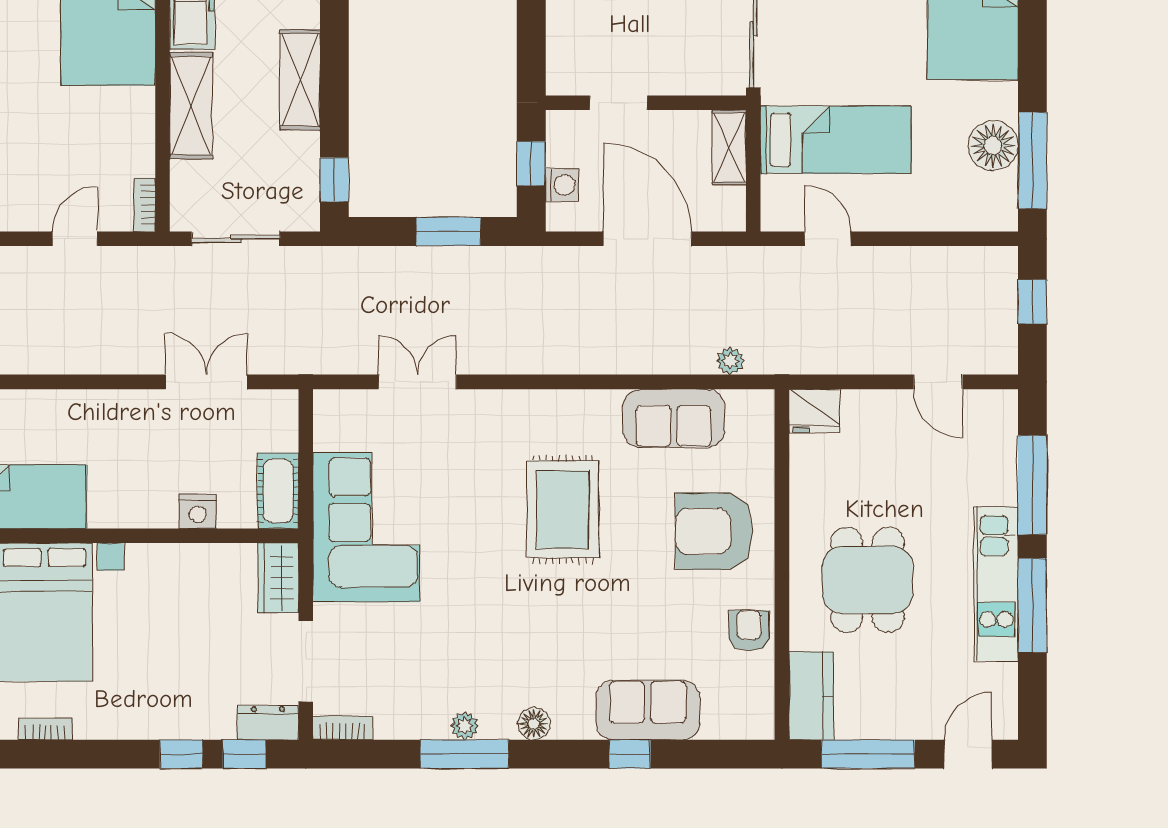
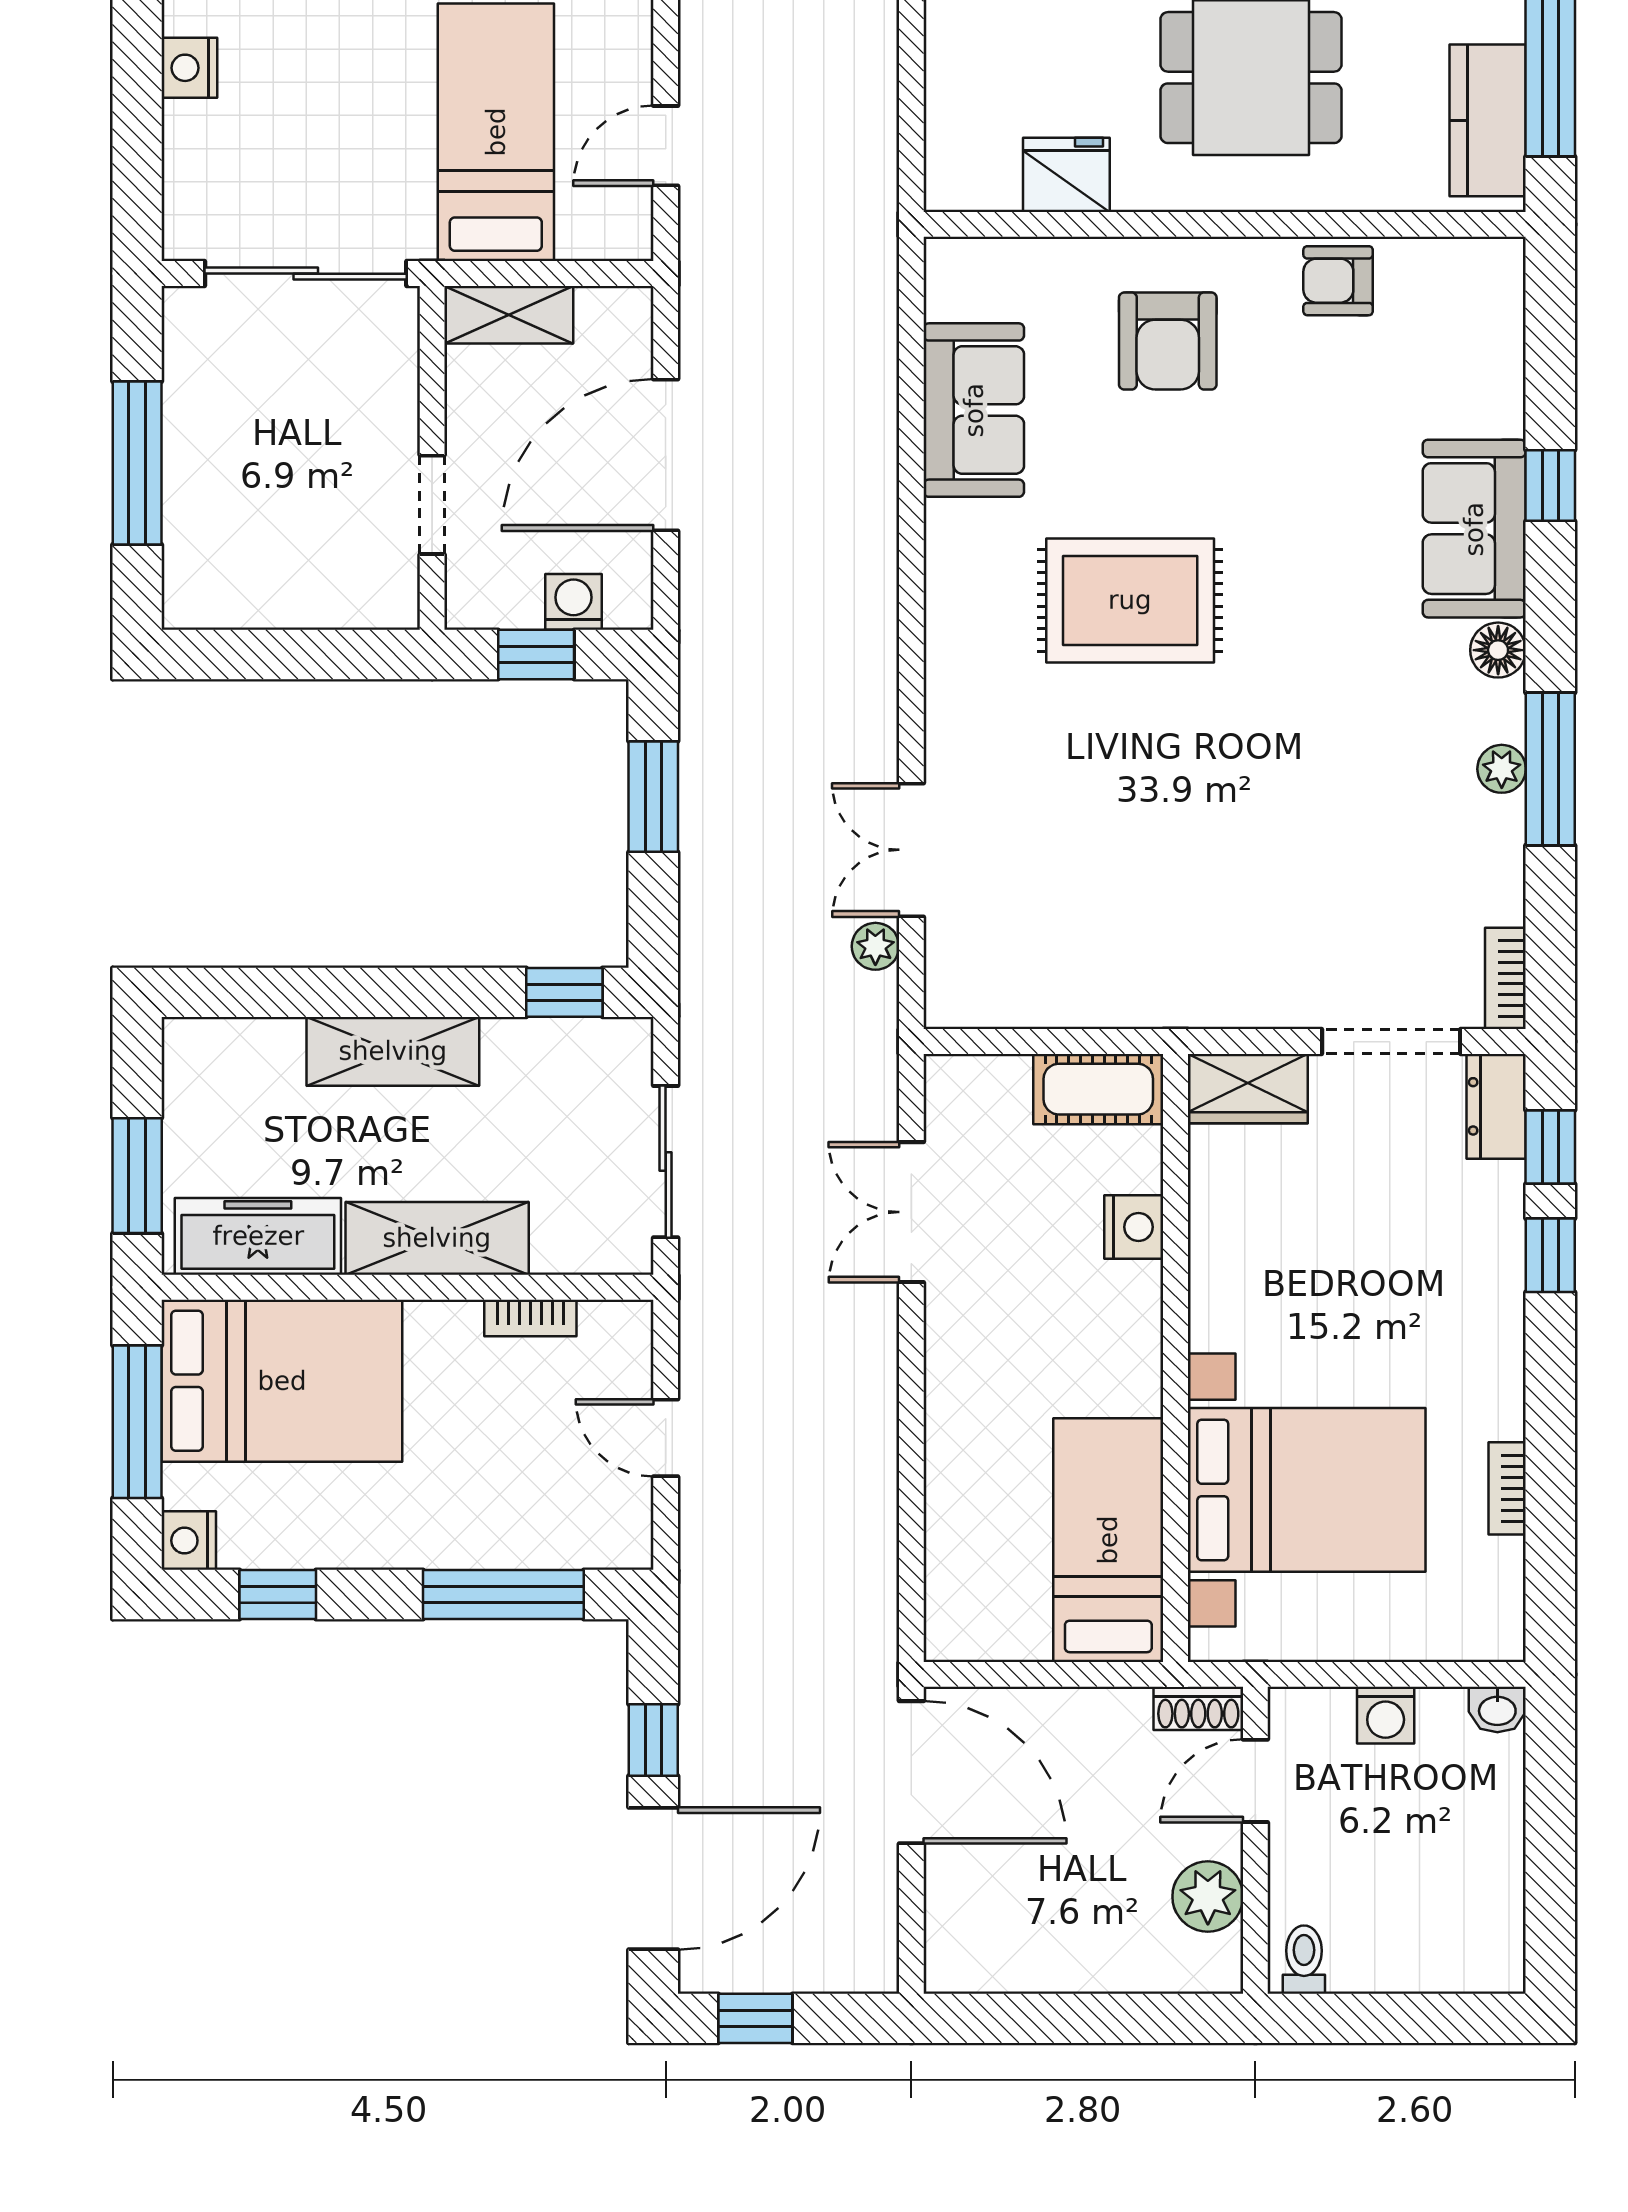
bookcase: (145, 205) -> (530, 1318), moved
plant: (730, 361) -> (875, 946), moved
fridge: (814, 411) -> (1066, 175), moved, turned -90
corner sofa: (366, 527) -> (1161, 938), removed
armchair: (714, 531) -> (1168, 341), width x0.73, depth x0.73
kitchen counter: (811, 696) -> (1488, 120), moved, turned -90
sofa: (648, 710) -> (1474, 529), moved

